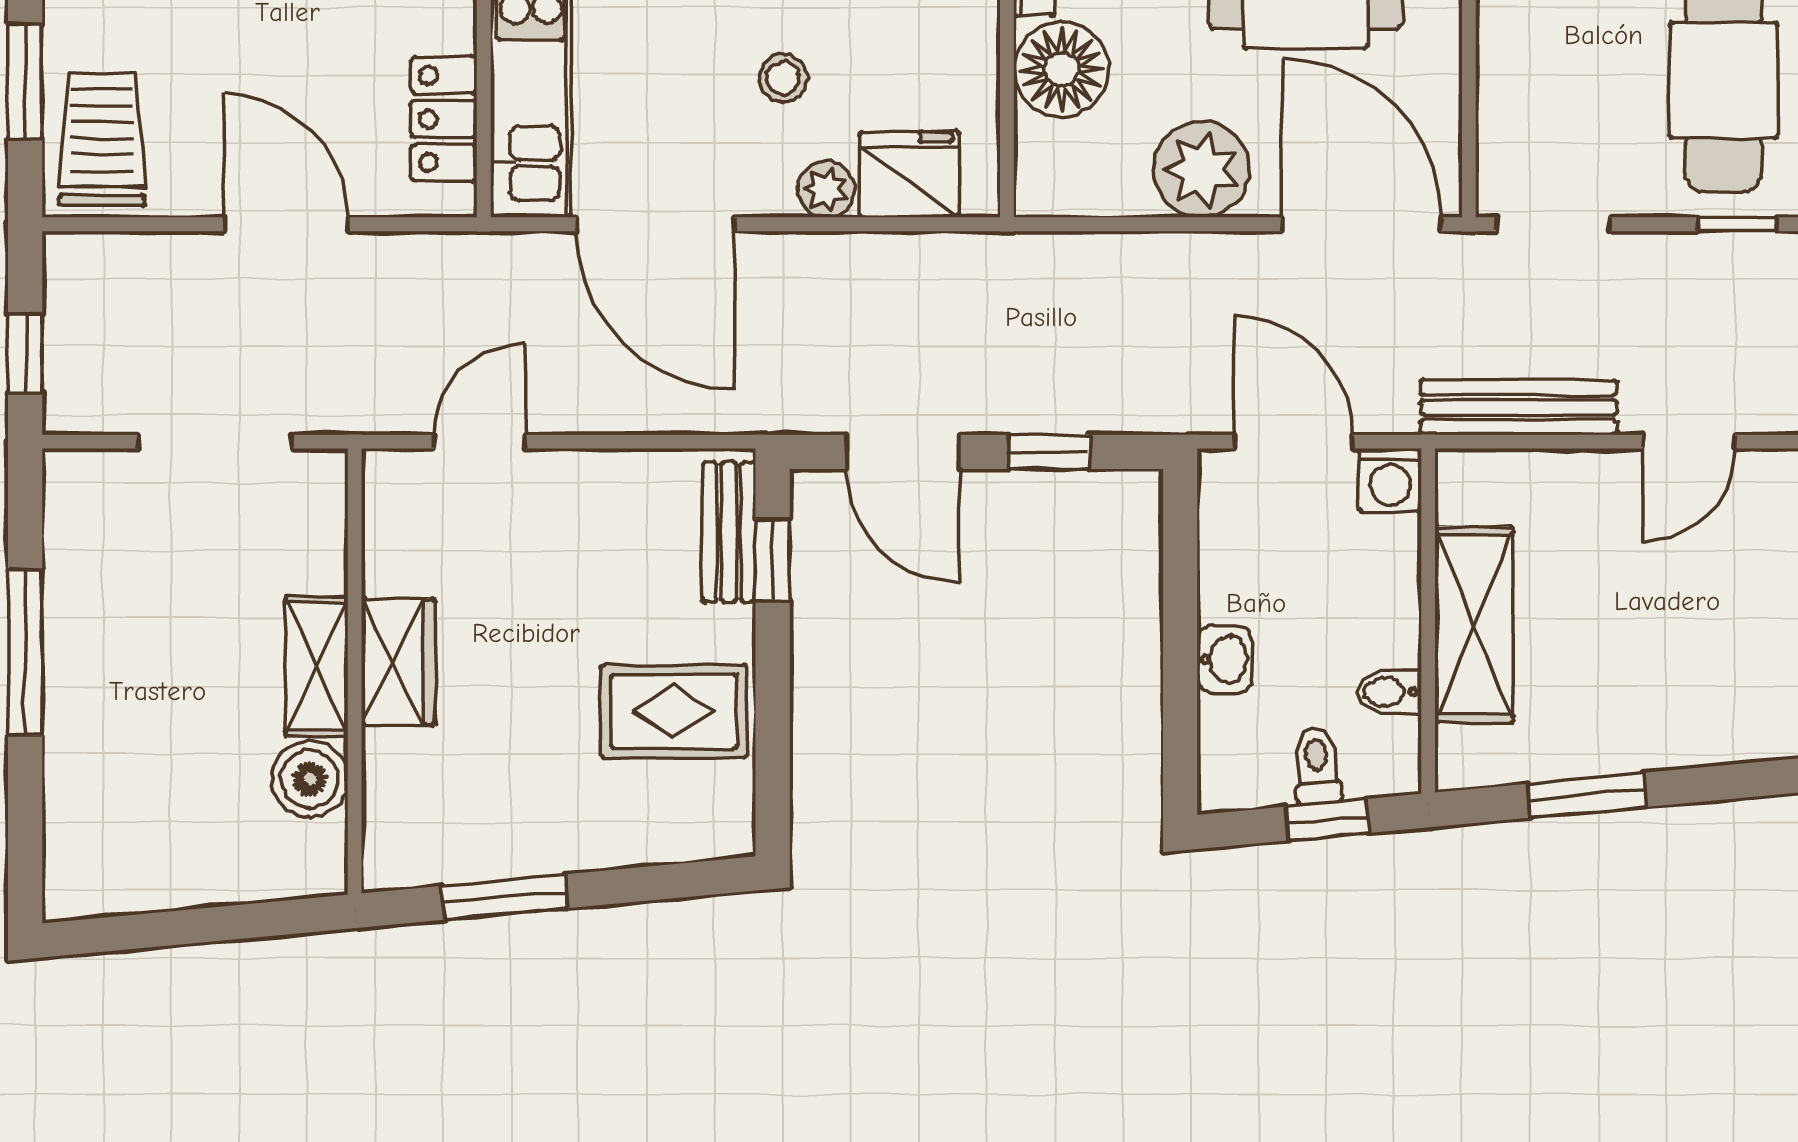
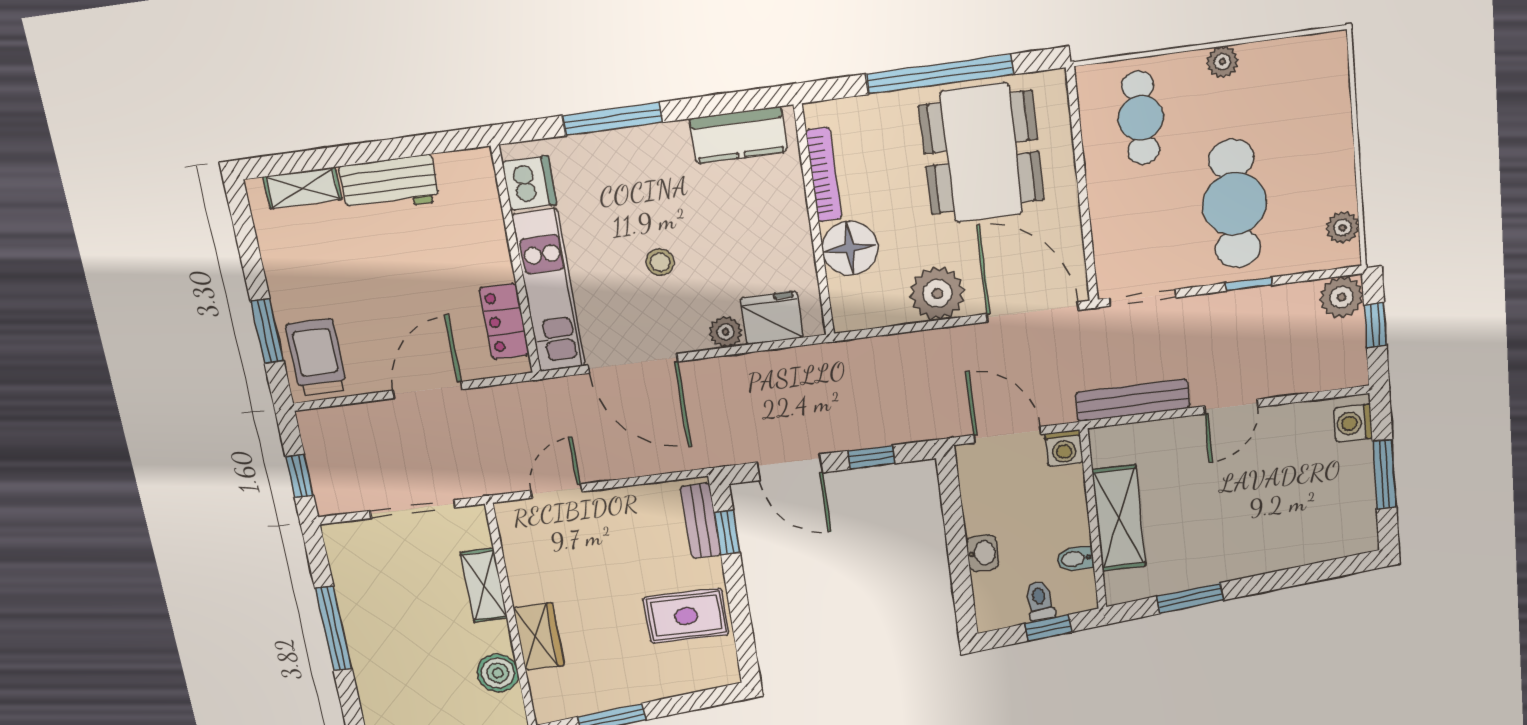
stool: (783, 78) -> (660, 262), moved
door: (286, 224) -> (428, 390), hinge flipped
wardrobe: (398, 662) -> (539, 637), moved
shelving: (317, 666) -> (484, 585), moved

